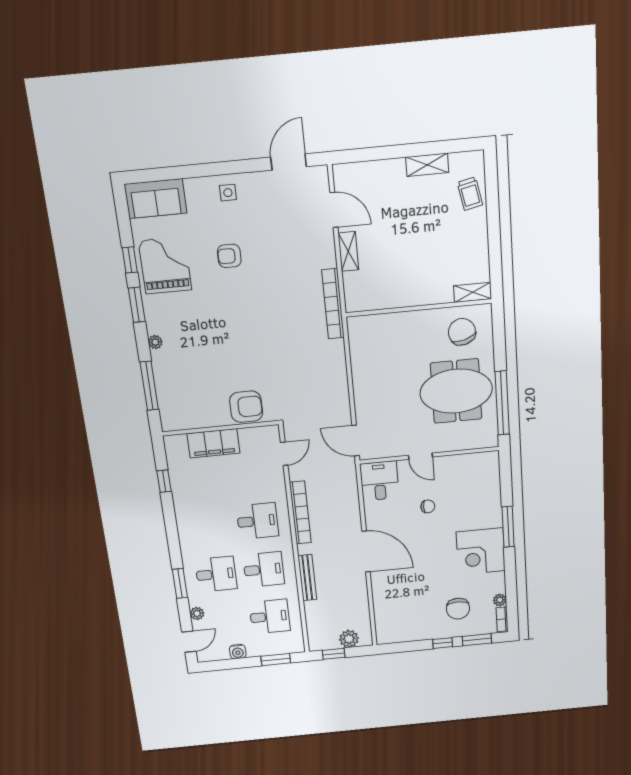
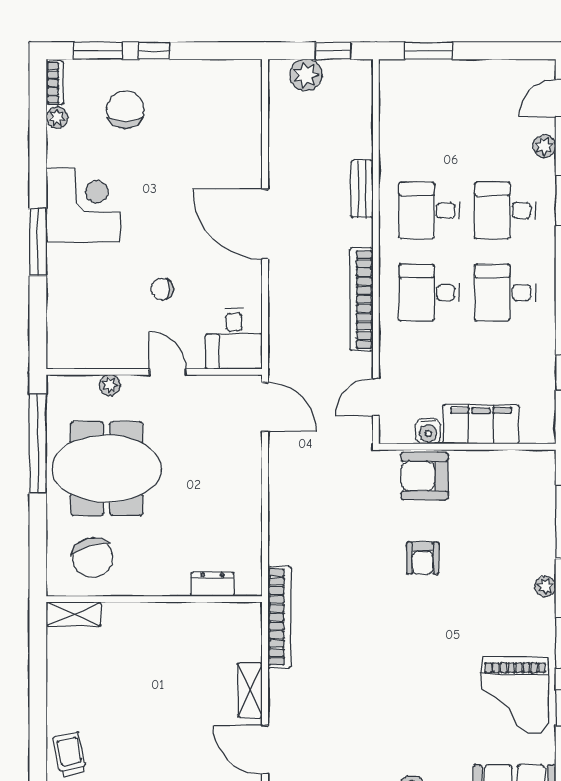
armchair: (229, 256) -> (423, 558), moved, turned 90
dresser: (380, 322) -> (212, 584), added
plant: (457, 444) -> (110, 385), added
bench: (307, 578) -> (362, 189), width x0.73
desk: (270, 617) -> (505, 293), moved
water cooler: (238, 652) -> (428, 431), moved, turned 180

